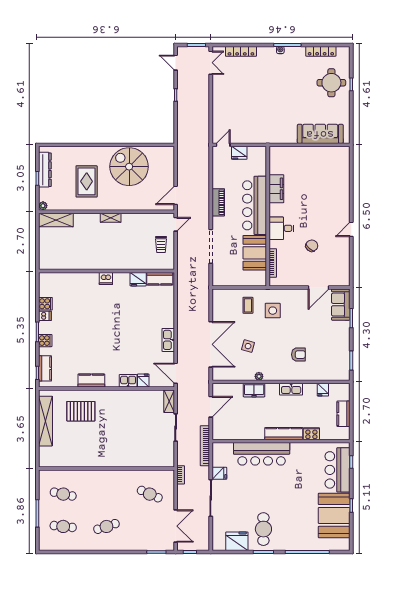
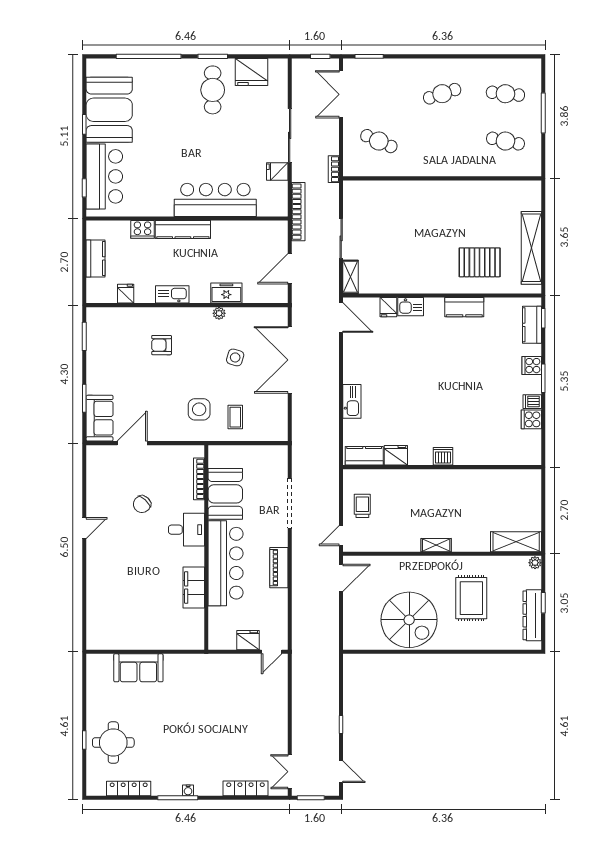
sofa: (320, 134) -> (138, 668), width x0.73
kitchen sink: (168, 340) -> (352, 401), moved

